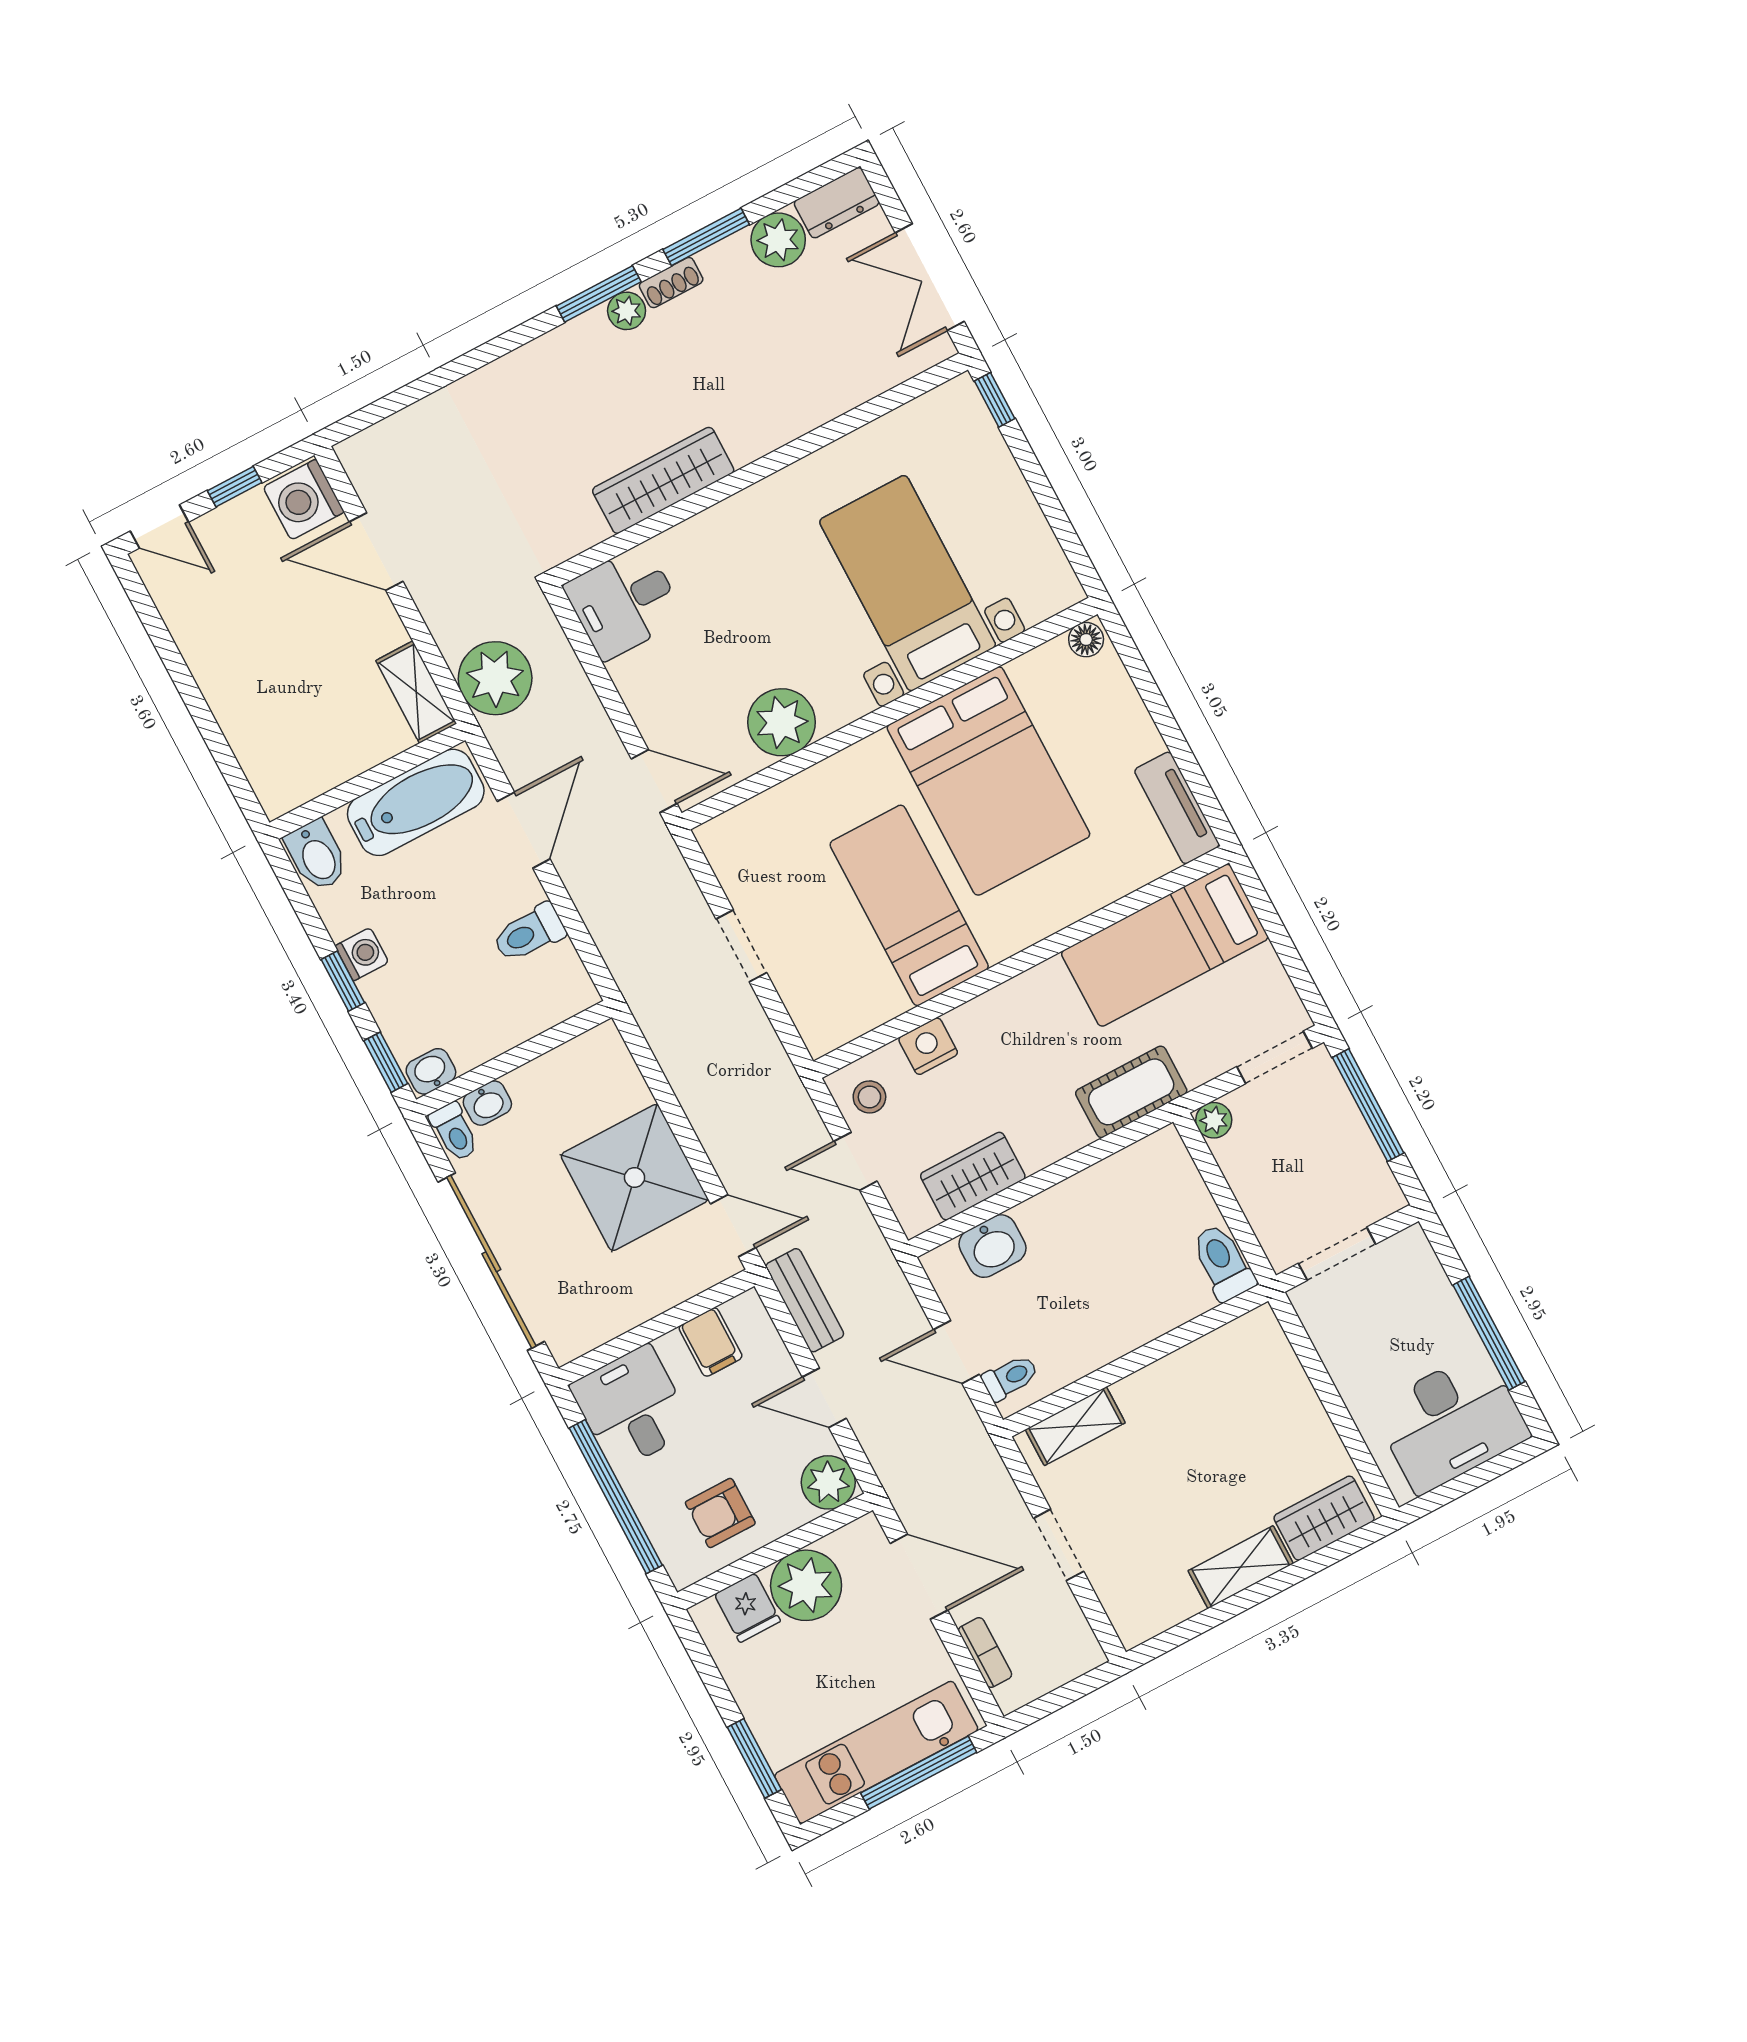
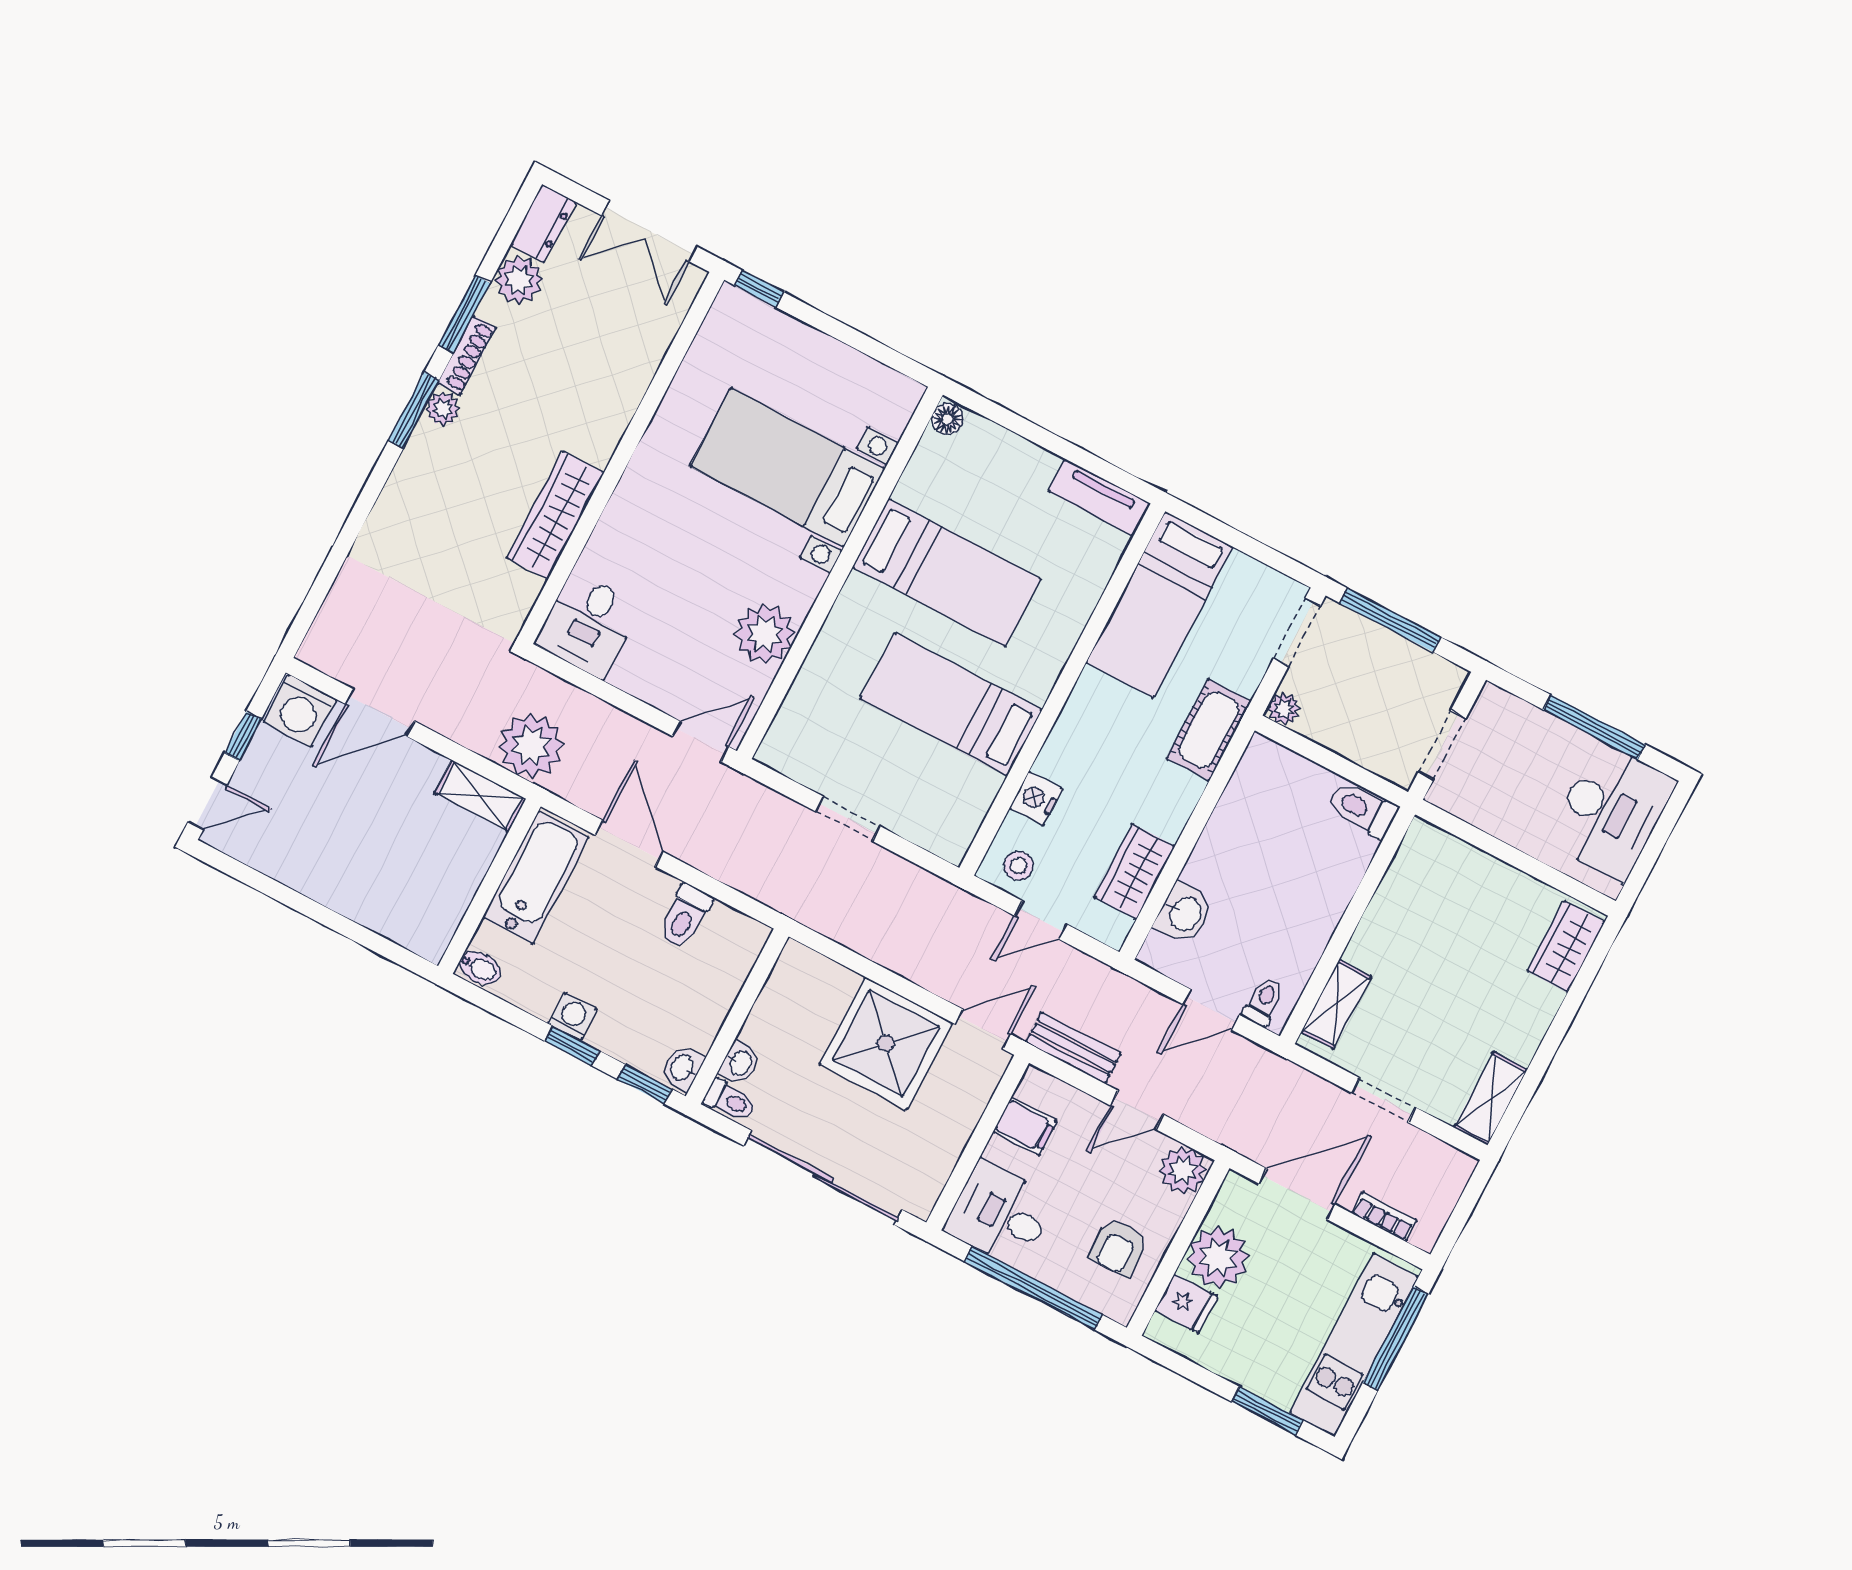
shoe rack: (671, 283) -> (467, 355), width x1.43
bed: (988, 781) -> (947, 573), width x0.67
bidet: (317, 856) -> (480, 968), width x0.72, depth x0.74
shelving: (1241, 1567) -> (1491, 1098), moved

